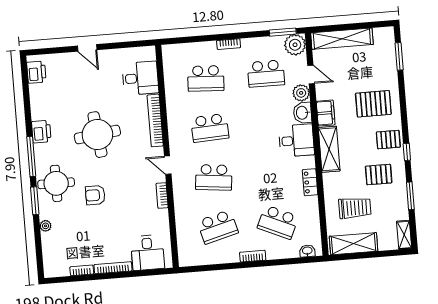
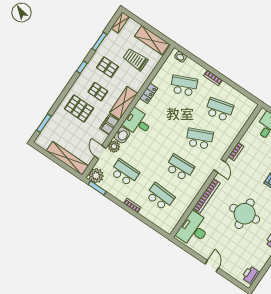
desk: (140, 78) -> (194, 229), width x1.37
pallet: (388, 140) -> (98, 92), moved
school desk: (214, 177) -> (200, 139), turned -30
school desk: (278, 222) -> (184, 86), turned -48

